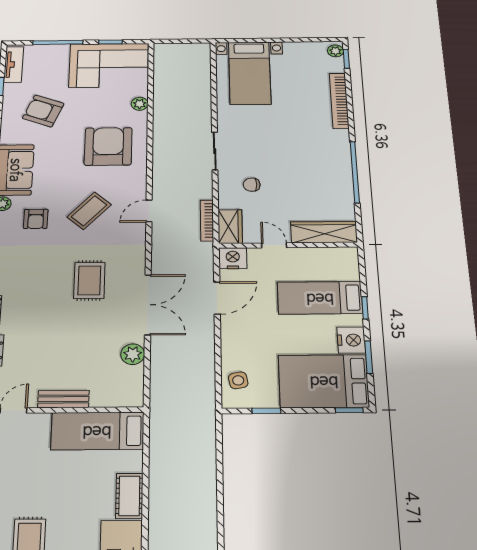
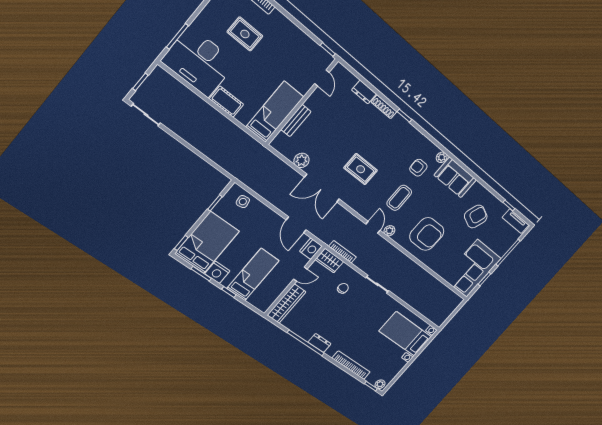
plant: (140, 104) -> (389, 231), moved
dresser: (342, 157) -> (319, 343), added
coffee table: (89, 211) -> (399, 198), turned 48
bench: (63, 399) -> (296, 121), moved

